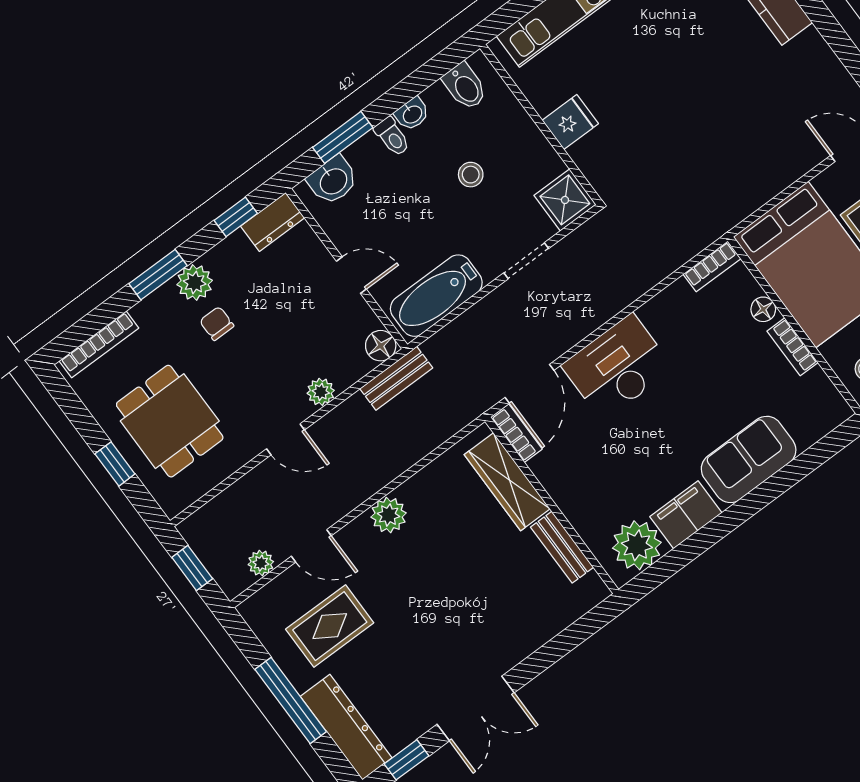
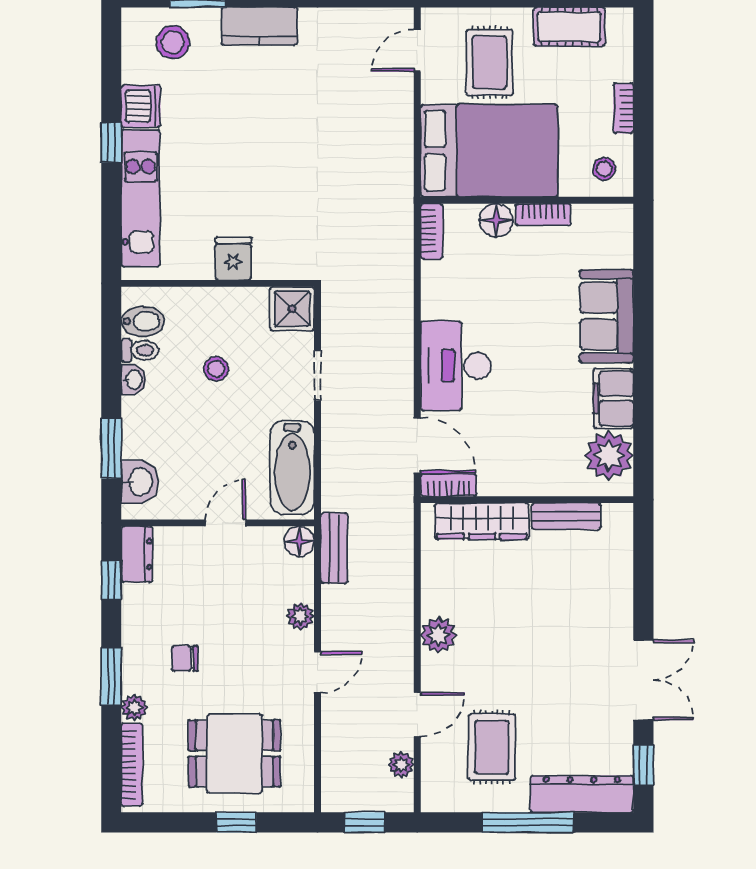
toilet: (392, 137) -> (140, 350), moved
plant: (195, 283) -> (134, 708), moved, width x0.73, depth x0.73
floor lamp: (763, 309) -> (496, 220), width x1.37, depth x1.37

